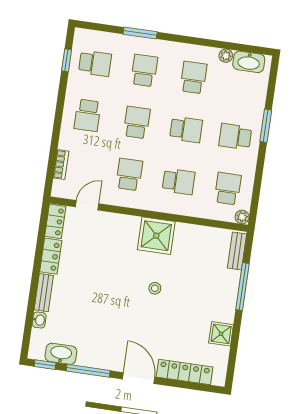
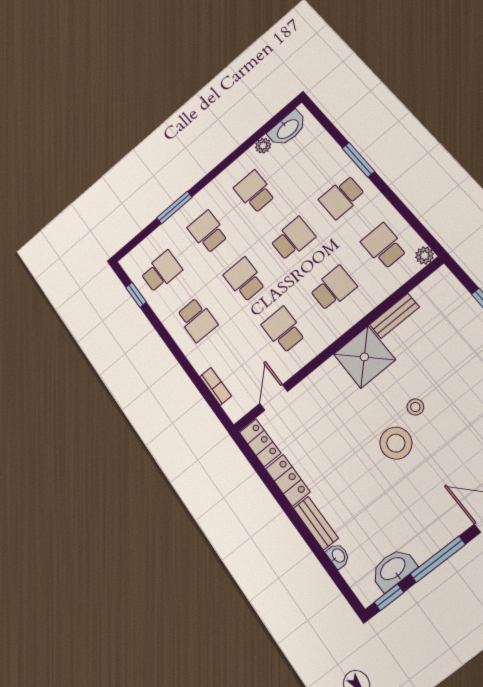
bench: (237, 251) -> (394, 316), moved, turned 90
stool: (126, 296) -> (396, 443), added

